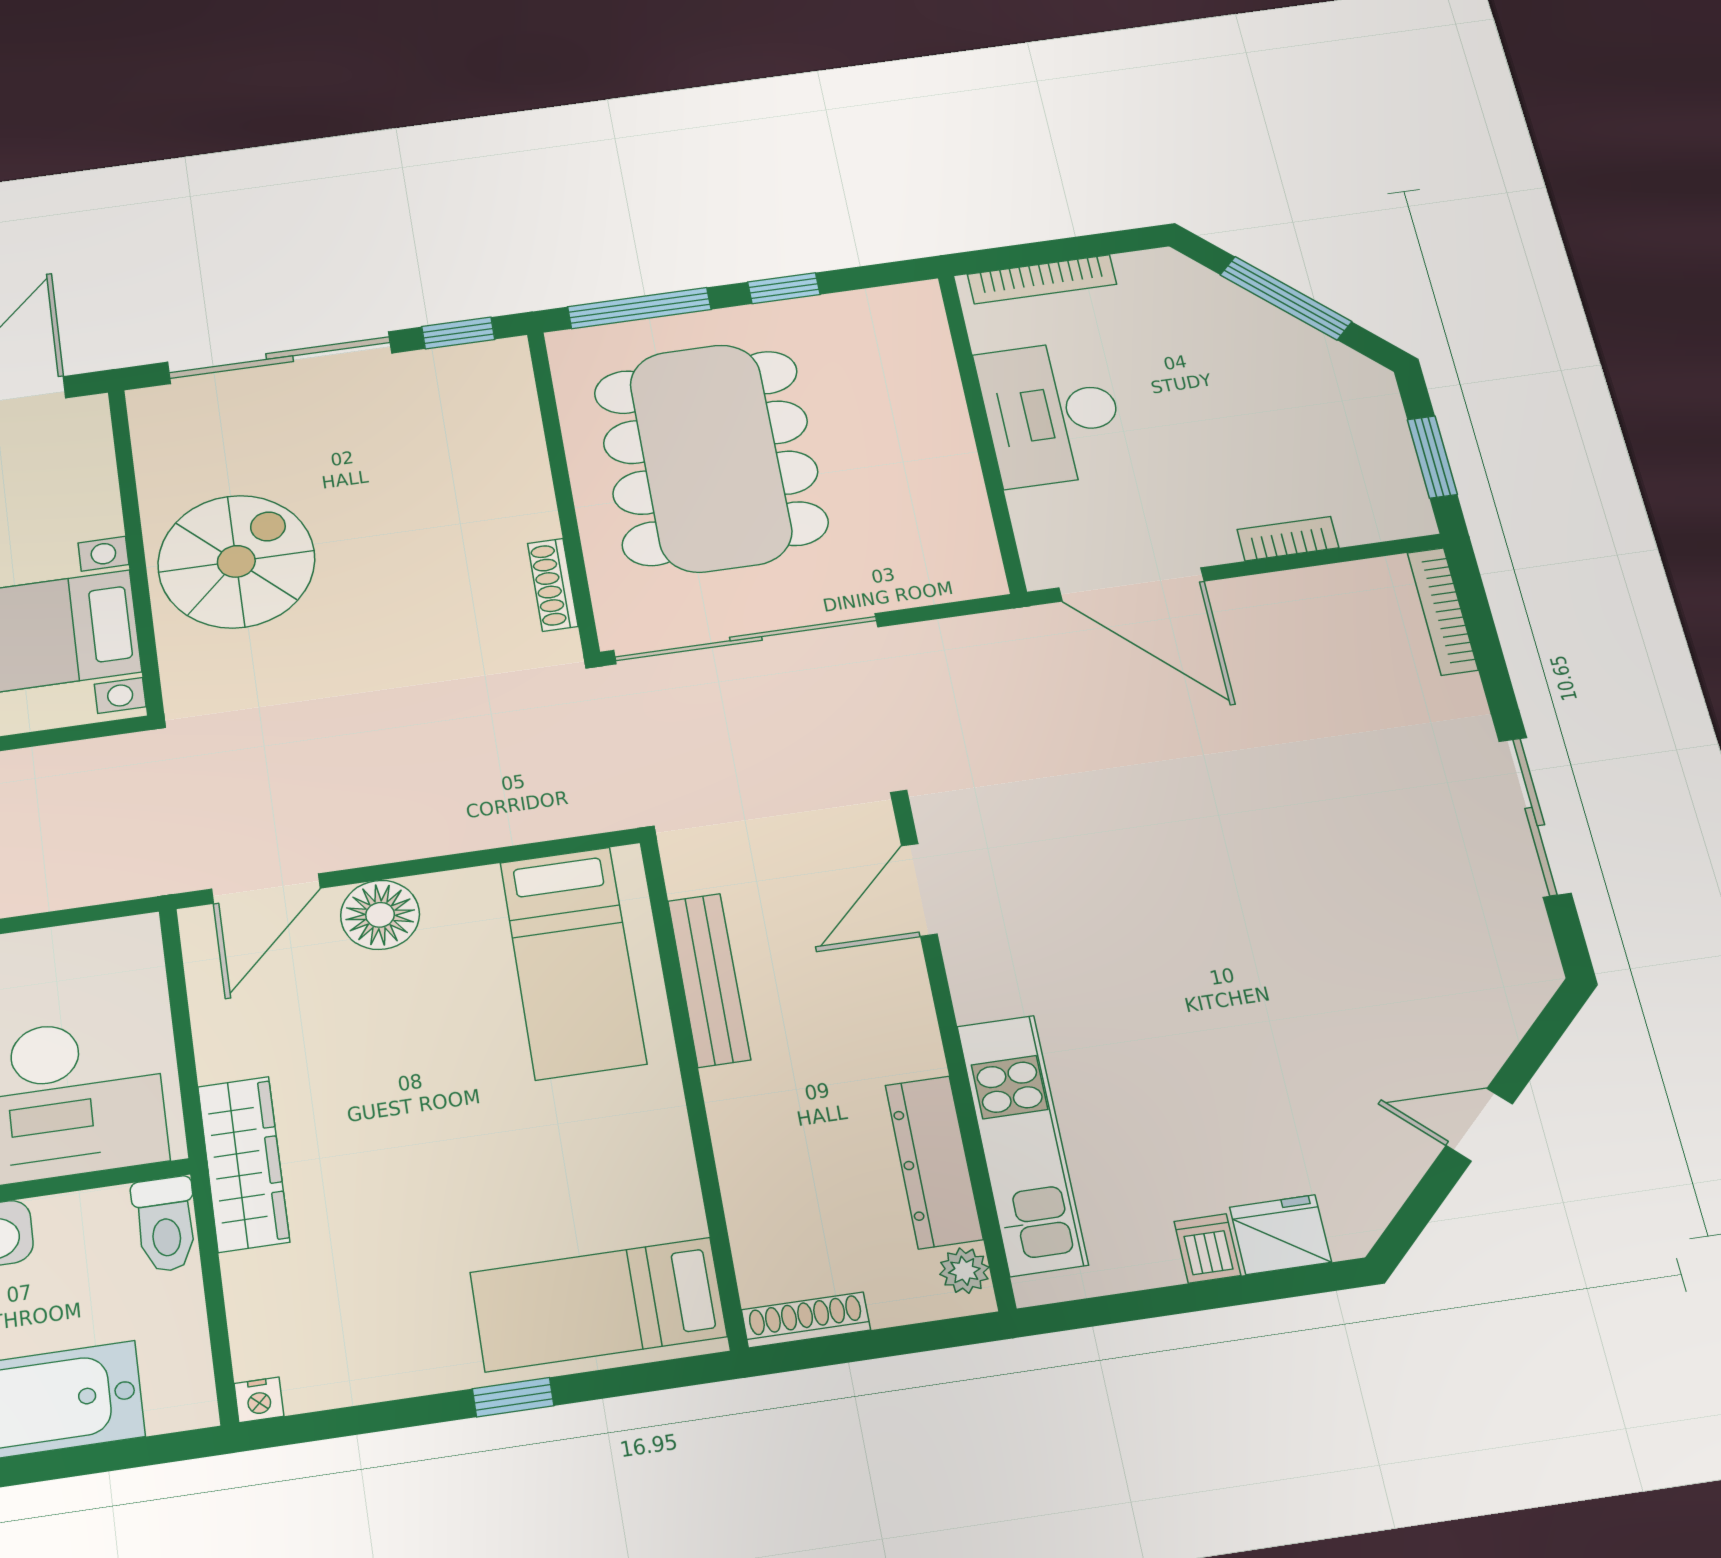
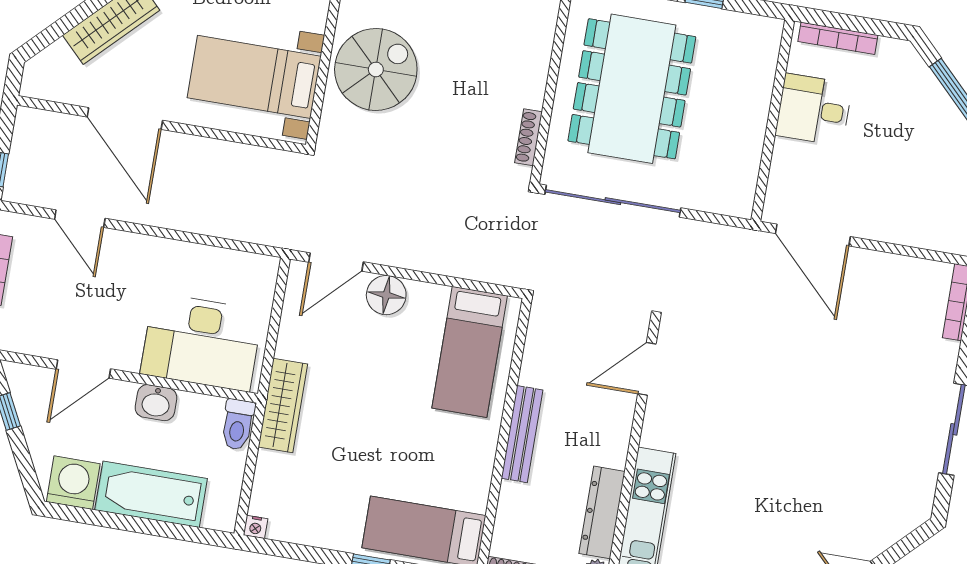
desk: (1052, 413) -> (814, 110), width x0.73
bookcase: (1288, 539) -> (900, 235), removed
bench: (709, 980) -> (522, 434), moved

